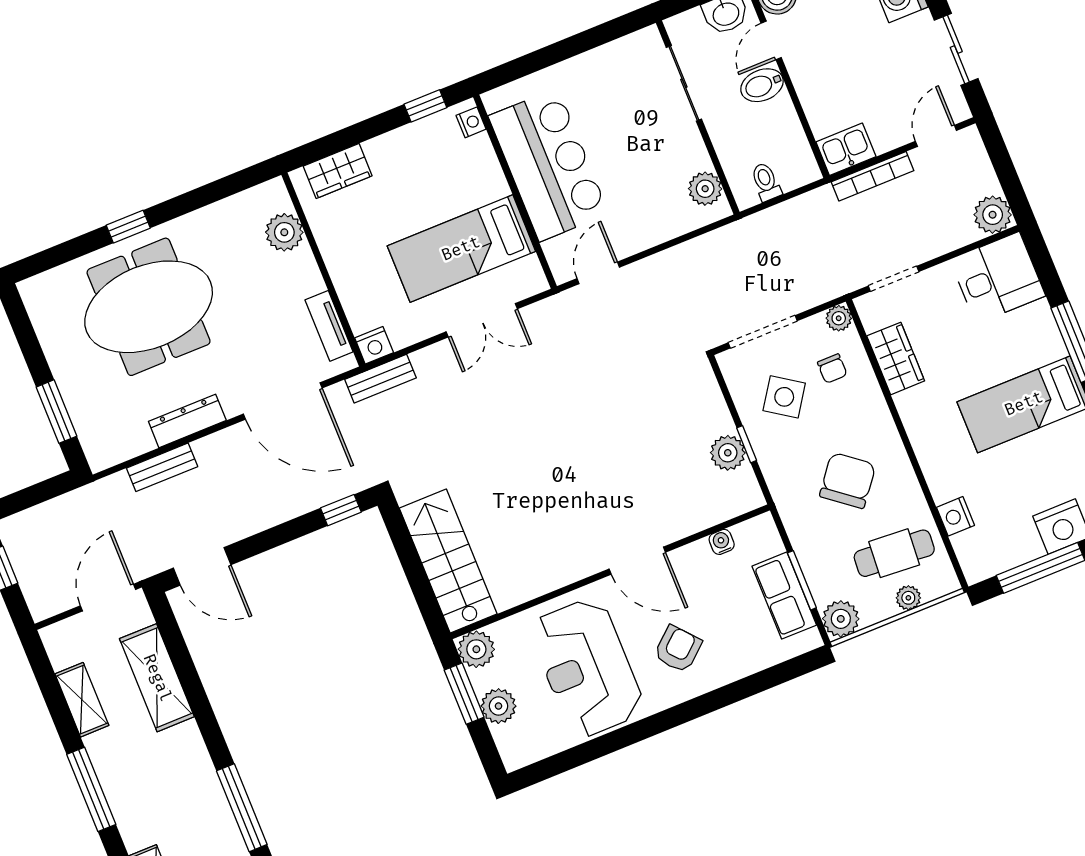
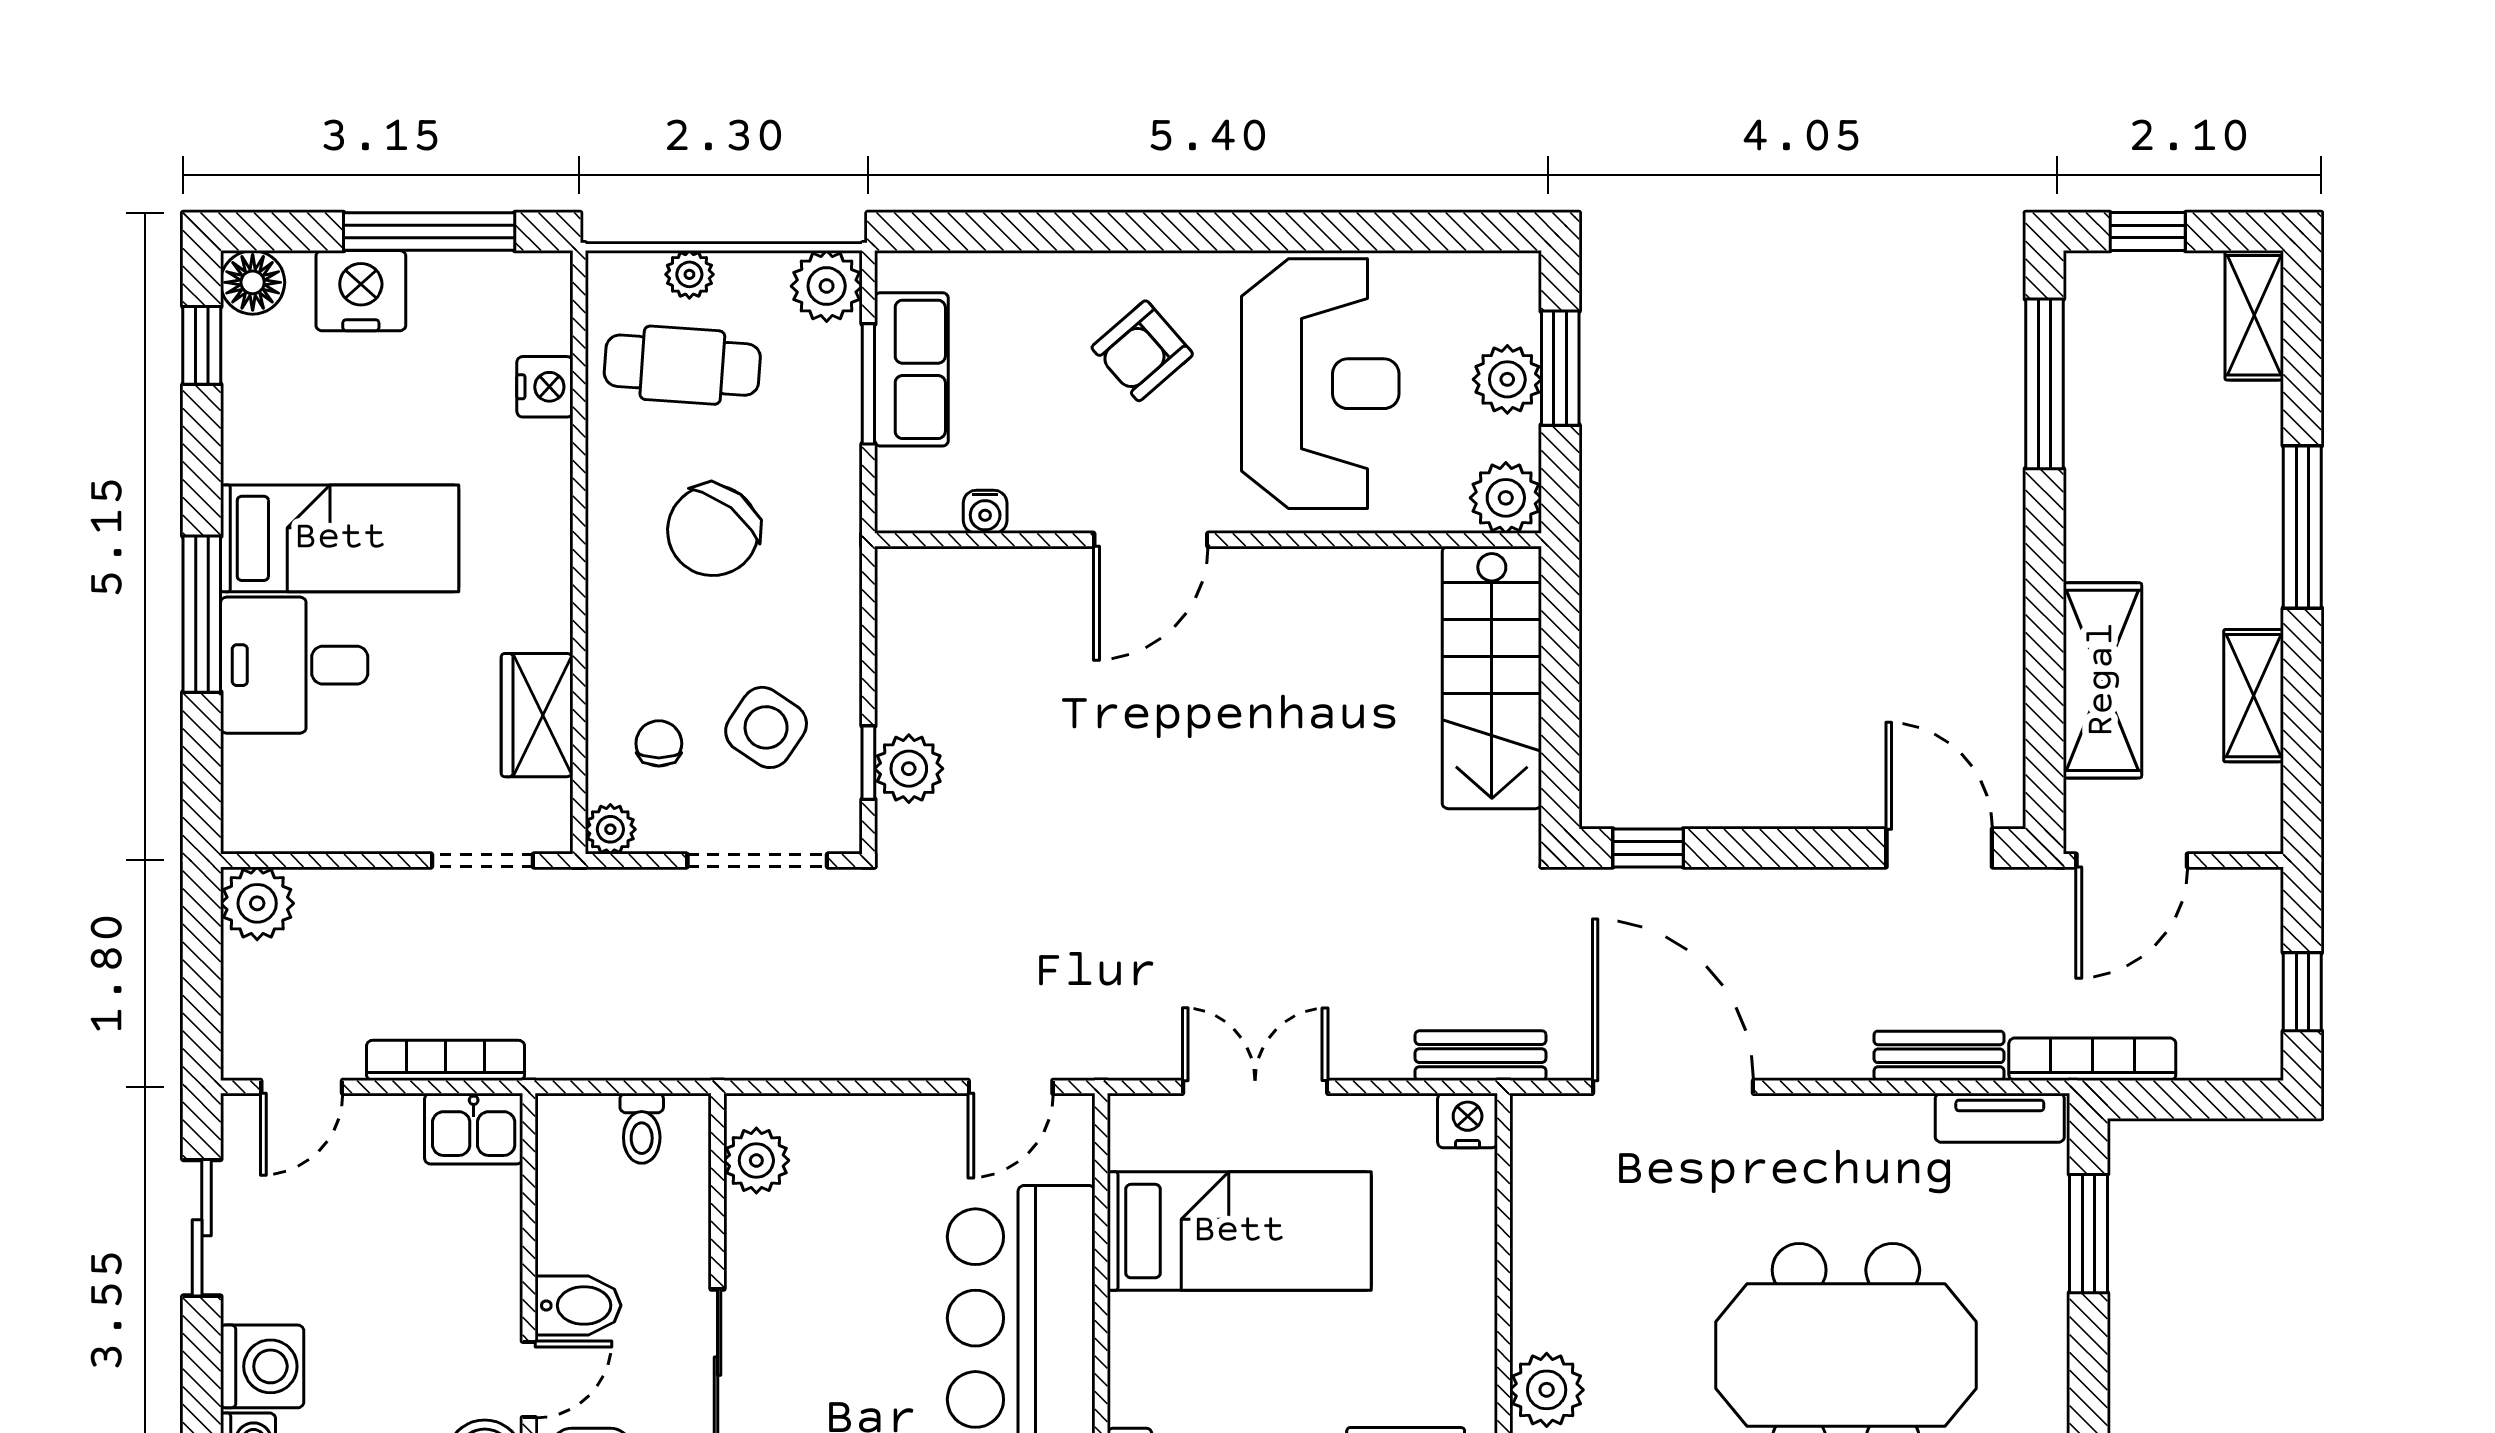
desk: (998, 278) -> (294, 665), moved
tv unit: (329, 326) -> (2000, 1118), moved, turned 90
dresser: (187, 421) -> (1860, 1121), removed
window: (747, 444) -> (868, 763), moved
plant: (728, 453) -> (909, 769), moved
bookcase: (88, 495) -> (2092, 1059), added
door: (637, 561) -> (1151, 540), swing flipped
window: (464, 694) -> (1560, 368), moved

